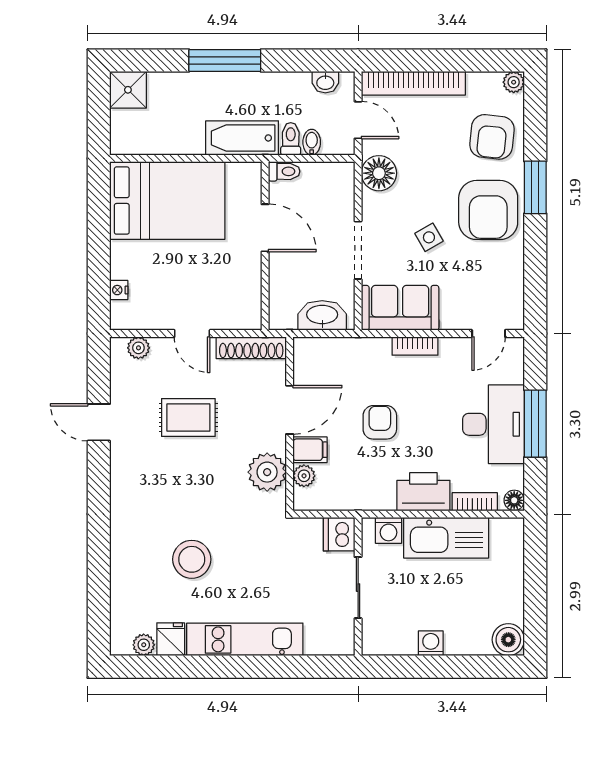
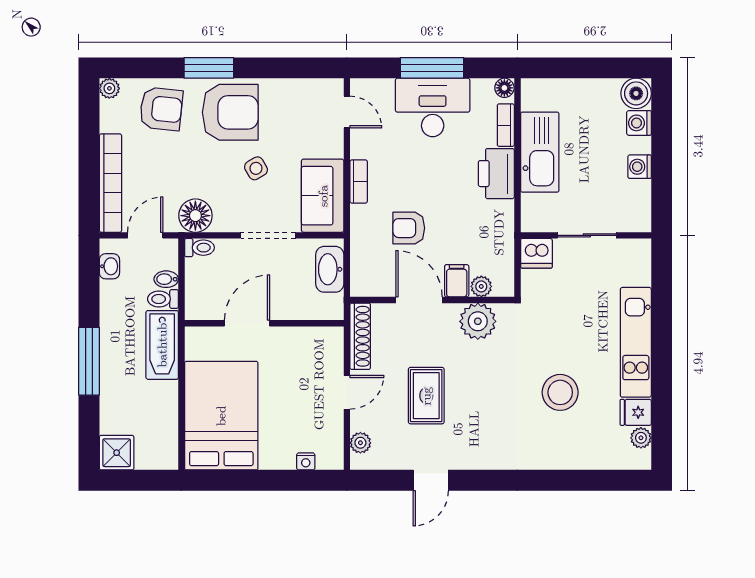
toilet: (284, 171) -> (199, 248), moved, turned 90
armchair: (380, 422) -> (409, 228), moved
washing machine: (388, 530) -> (639, 123), moved, turned 180

